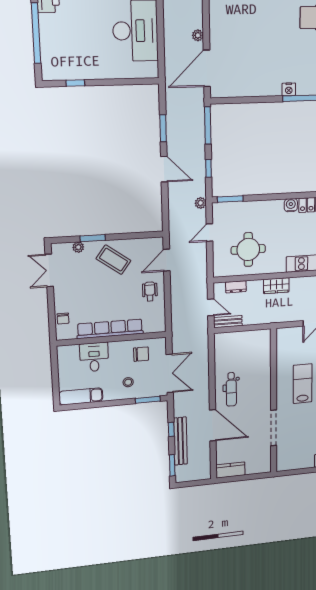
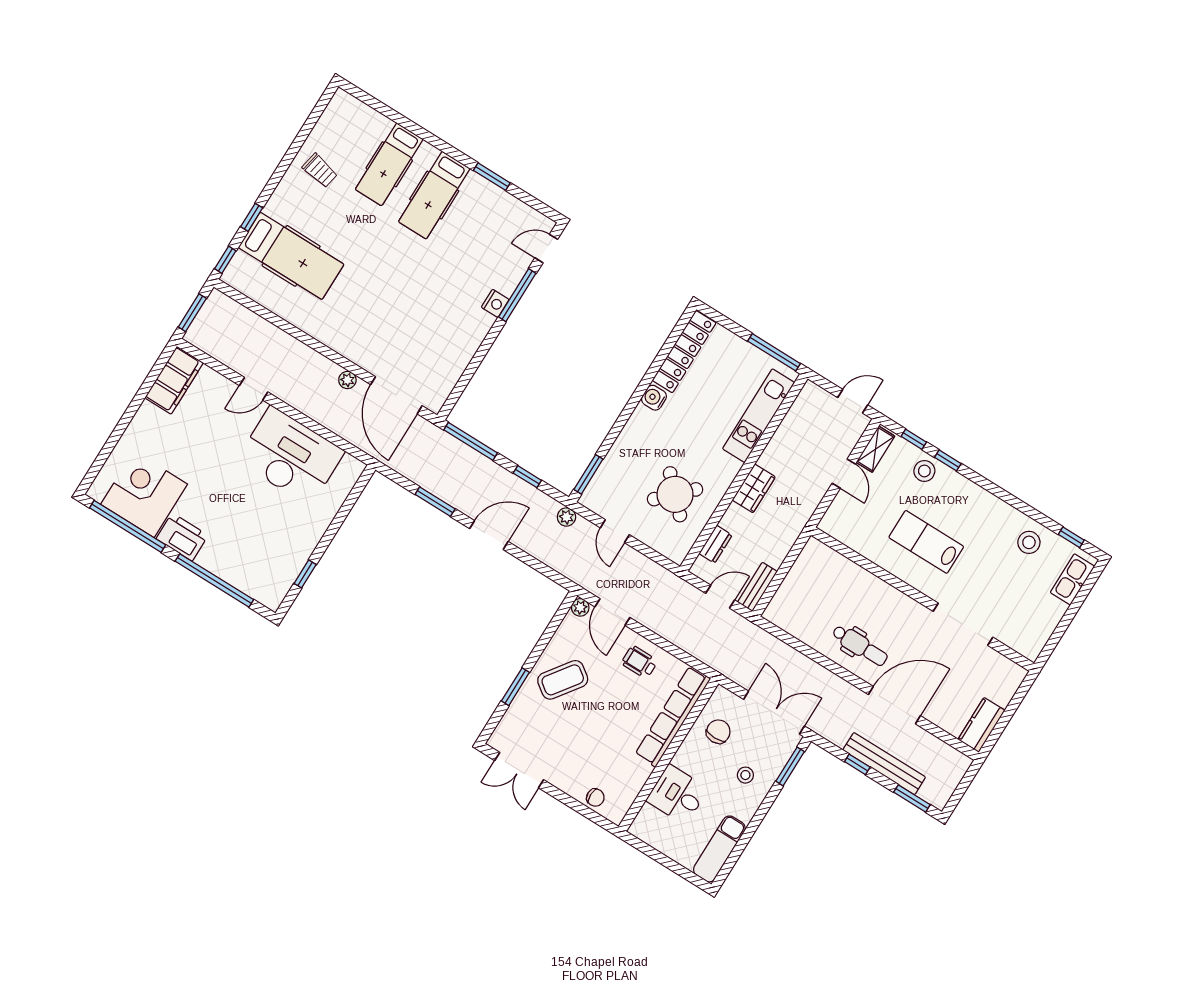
plant: (78, 247) -> (580, 607), moved
round table: (248, 249) -> (675, 494), turned 45
row of seats: (110, 329) -> (673, 716), moved

